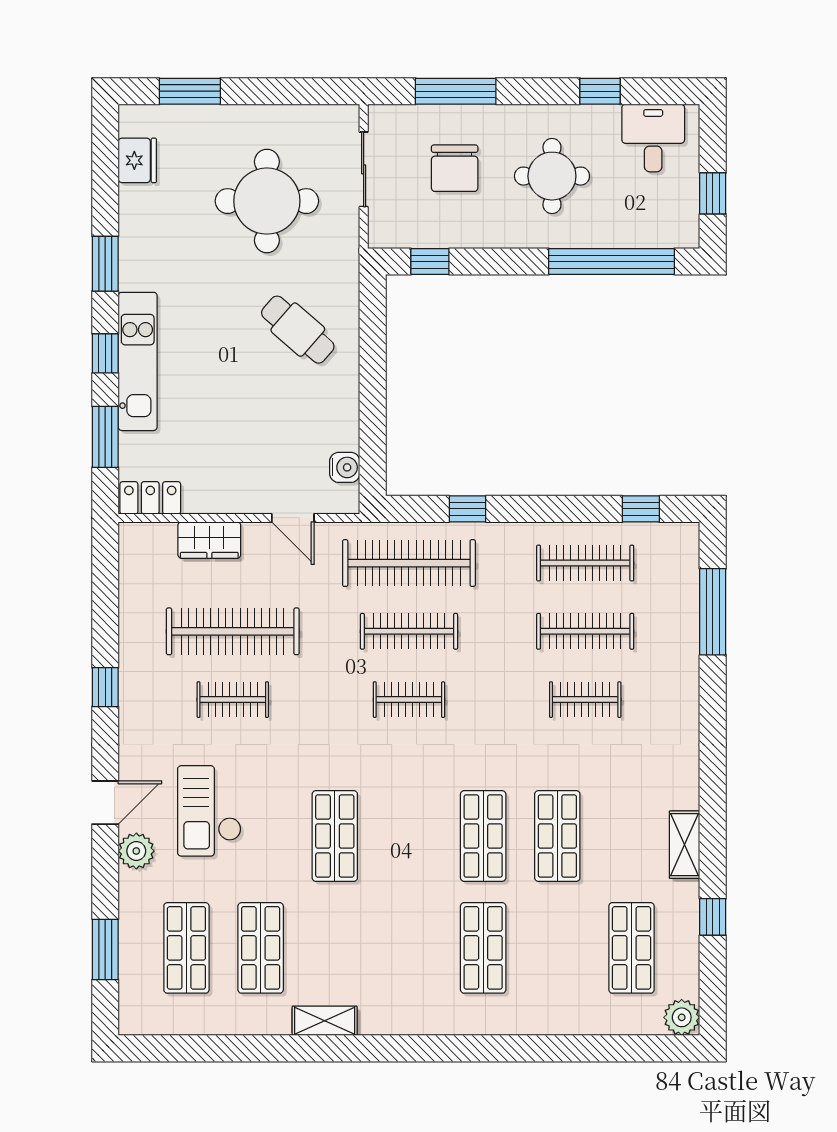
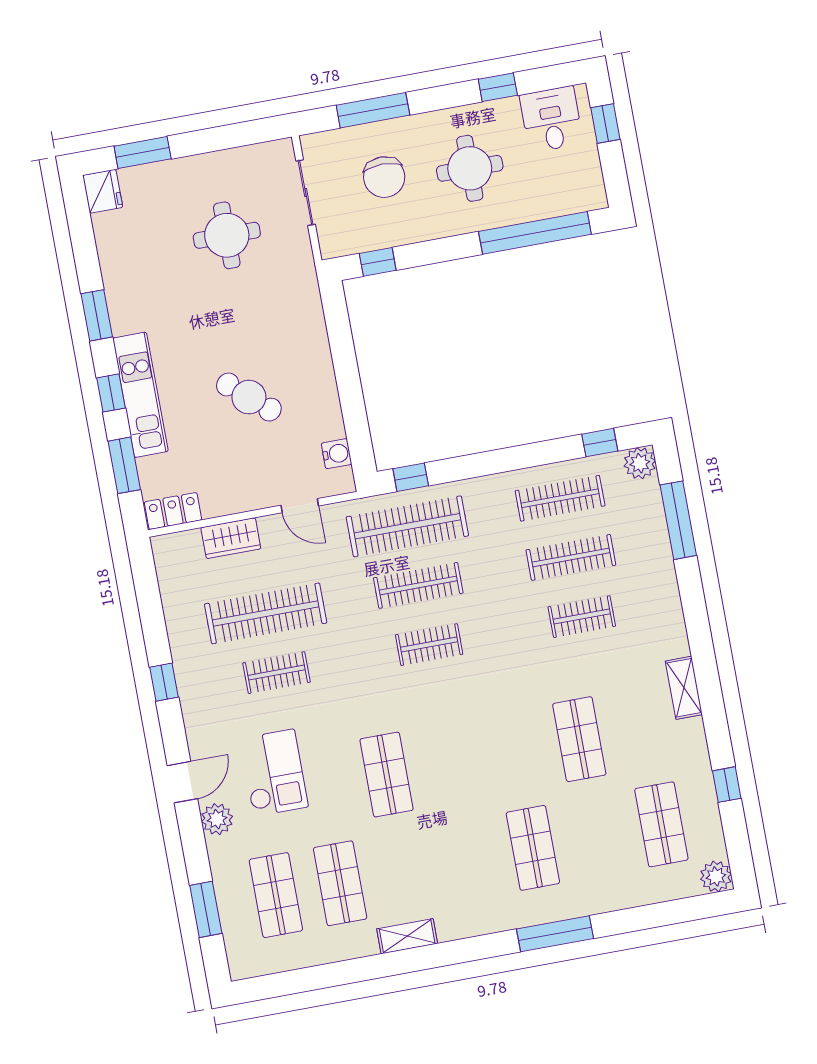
fridge: (137, 160) -> (103, 191), moved
window: (713, 193) -> (605, 124), moved
round table: (267, 201) -> (227, 235), width x0.73, depth x0.73
cafe table: (298, 330) -> (249, 397), moved
window: (467, 509) -> (411, 477), moved
plant: (681, 540) -> (640, 463), added
checkout: (209, 811) -> (274, 773), turned 180
shop shelf: (483, 836) -> (515, 751), removed
shelving: (685, 845) -> (684, 688), moved
window: (490, 1048) -> (555, 934), added

